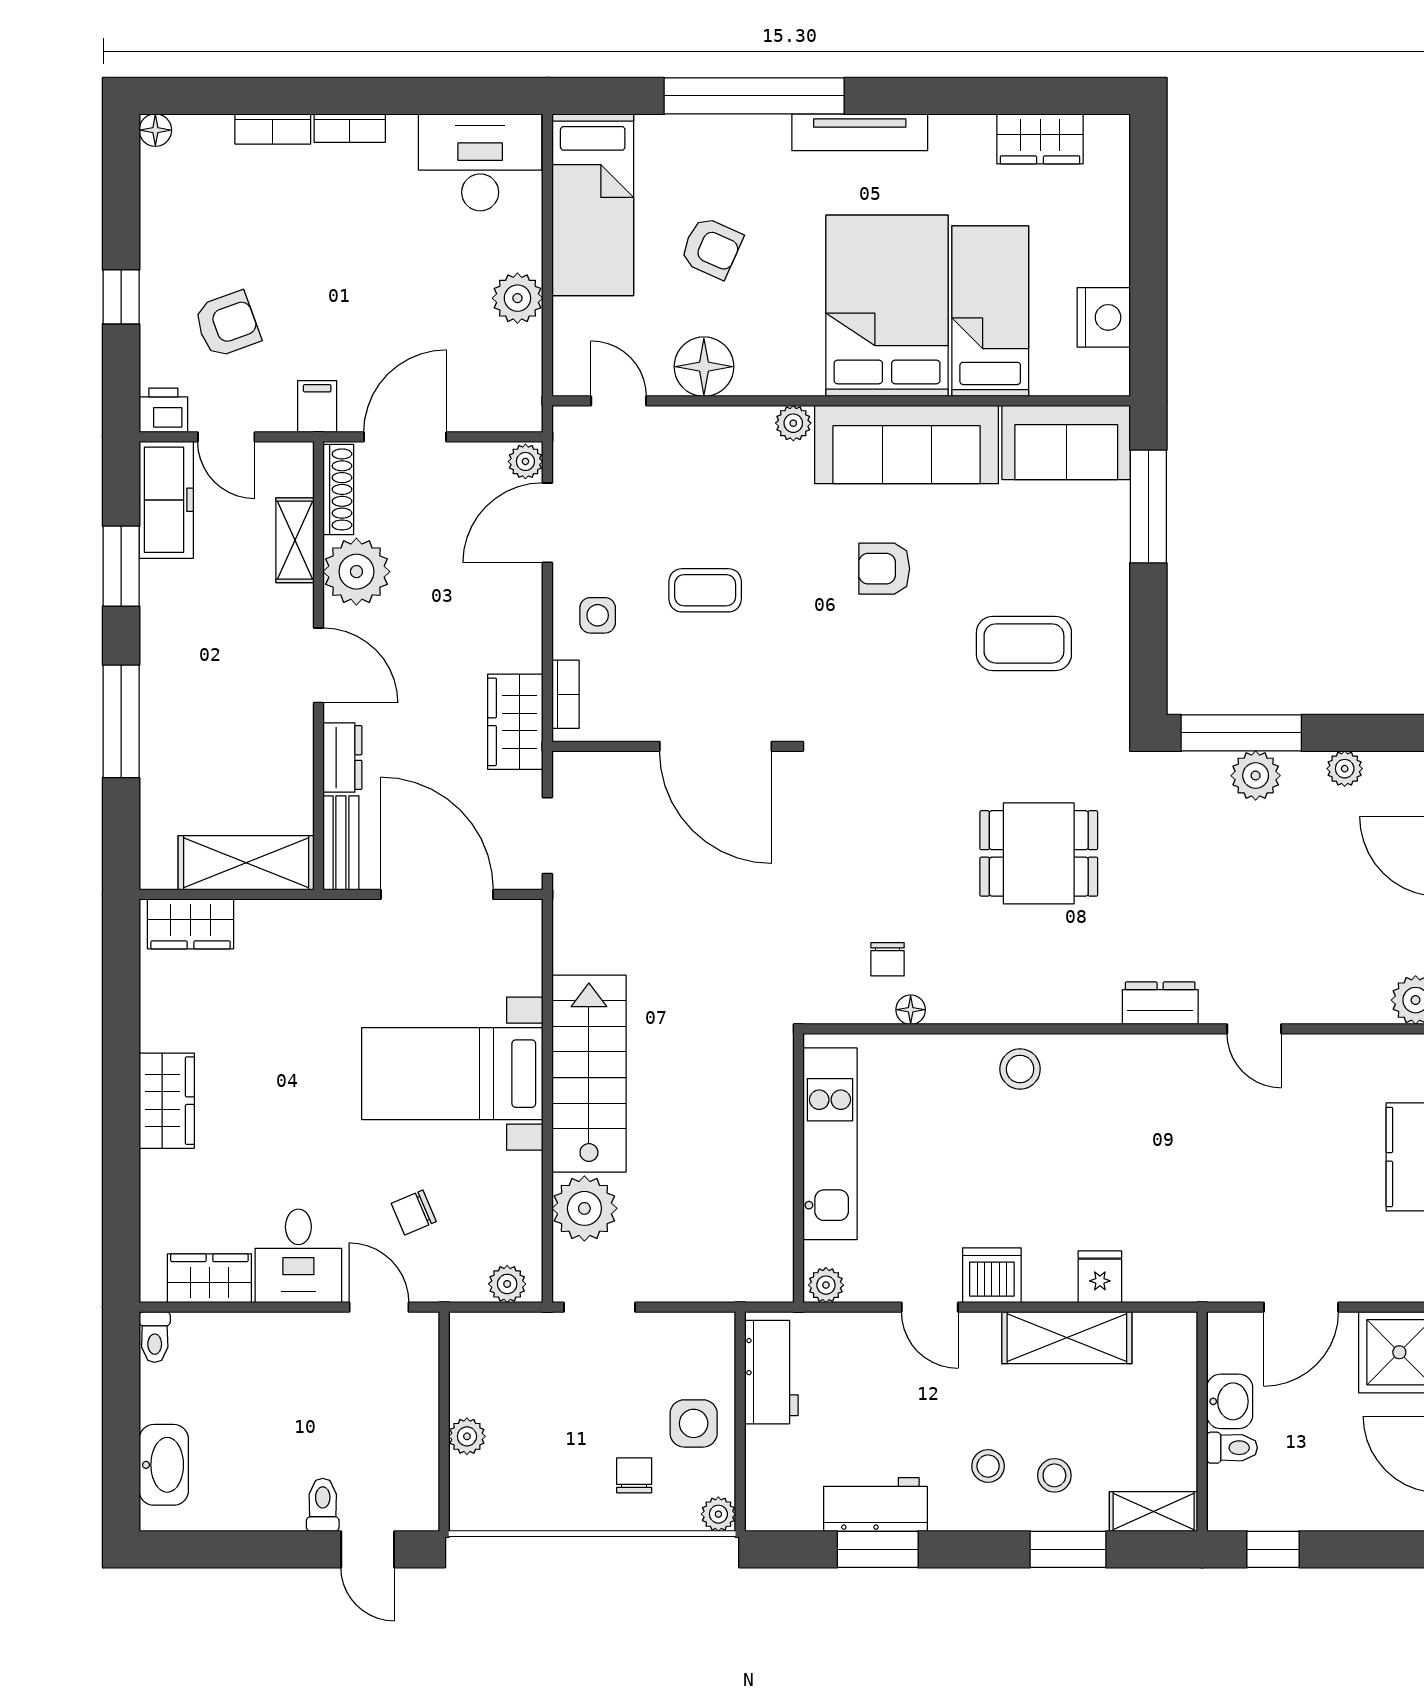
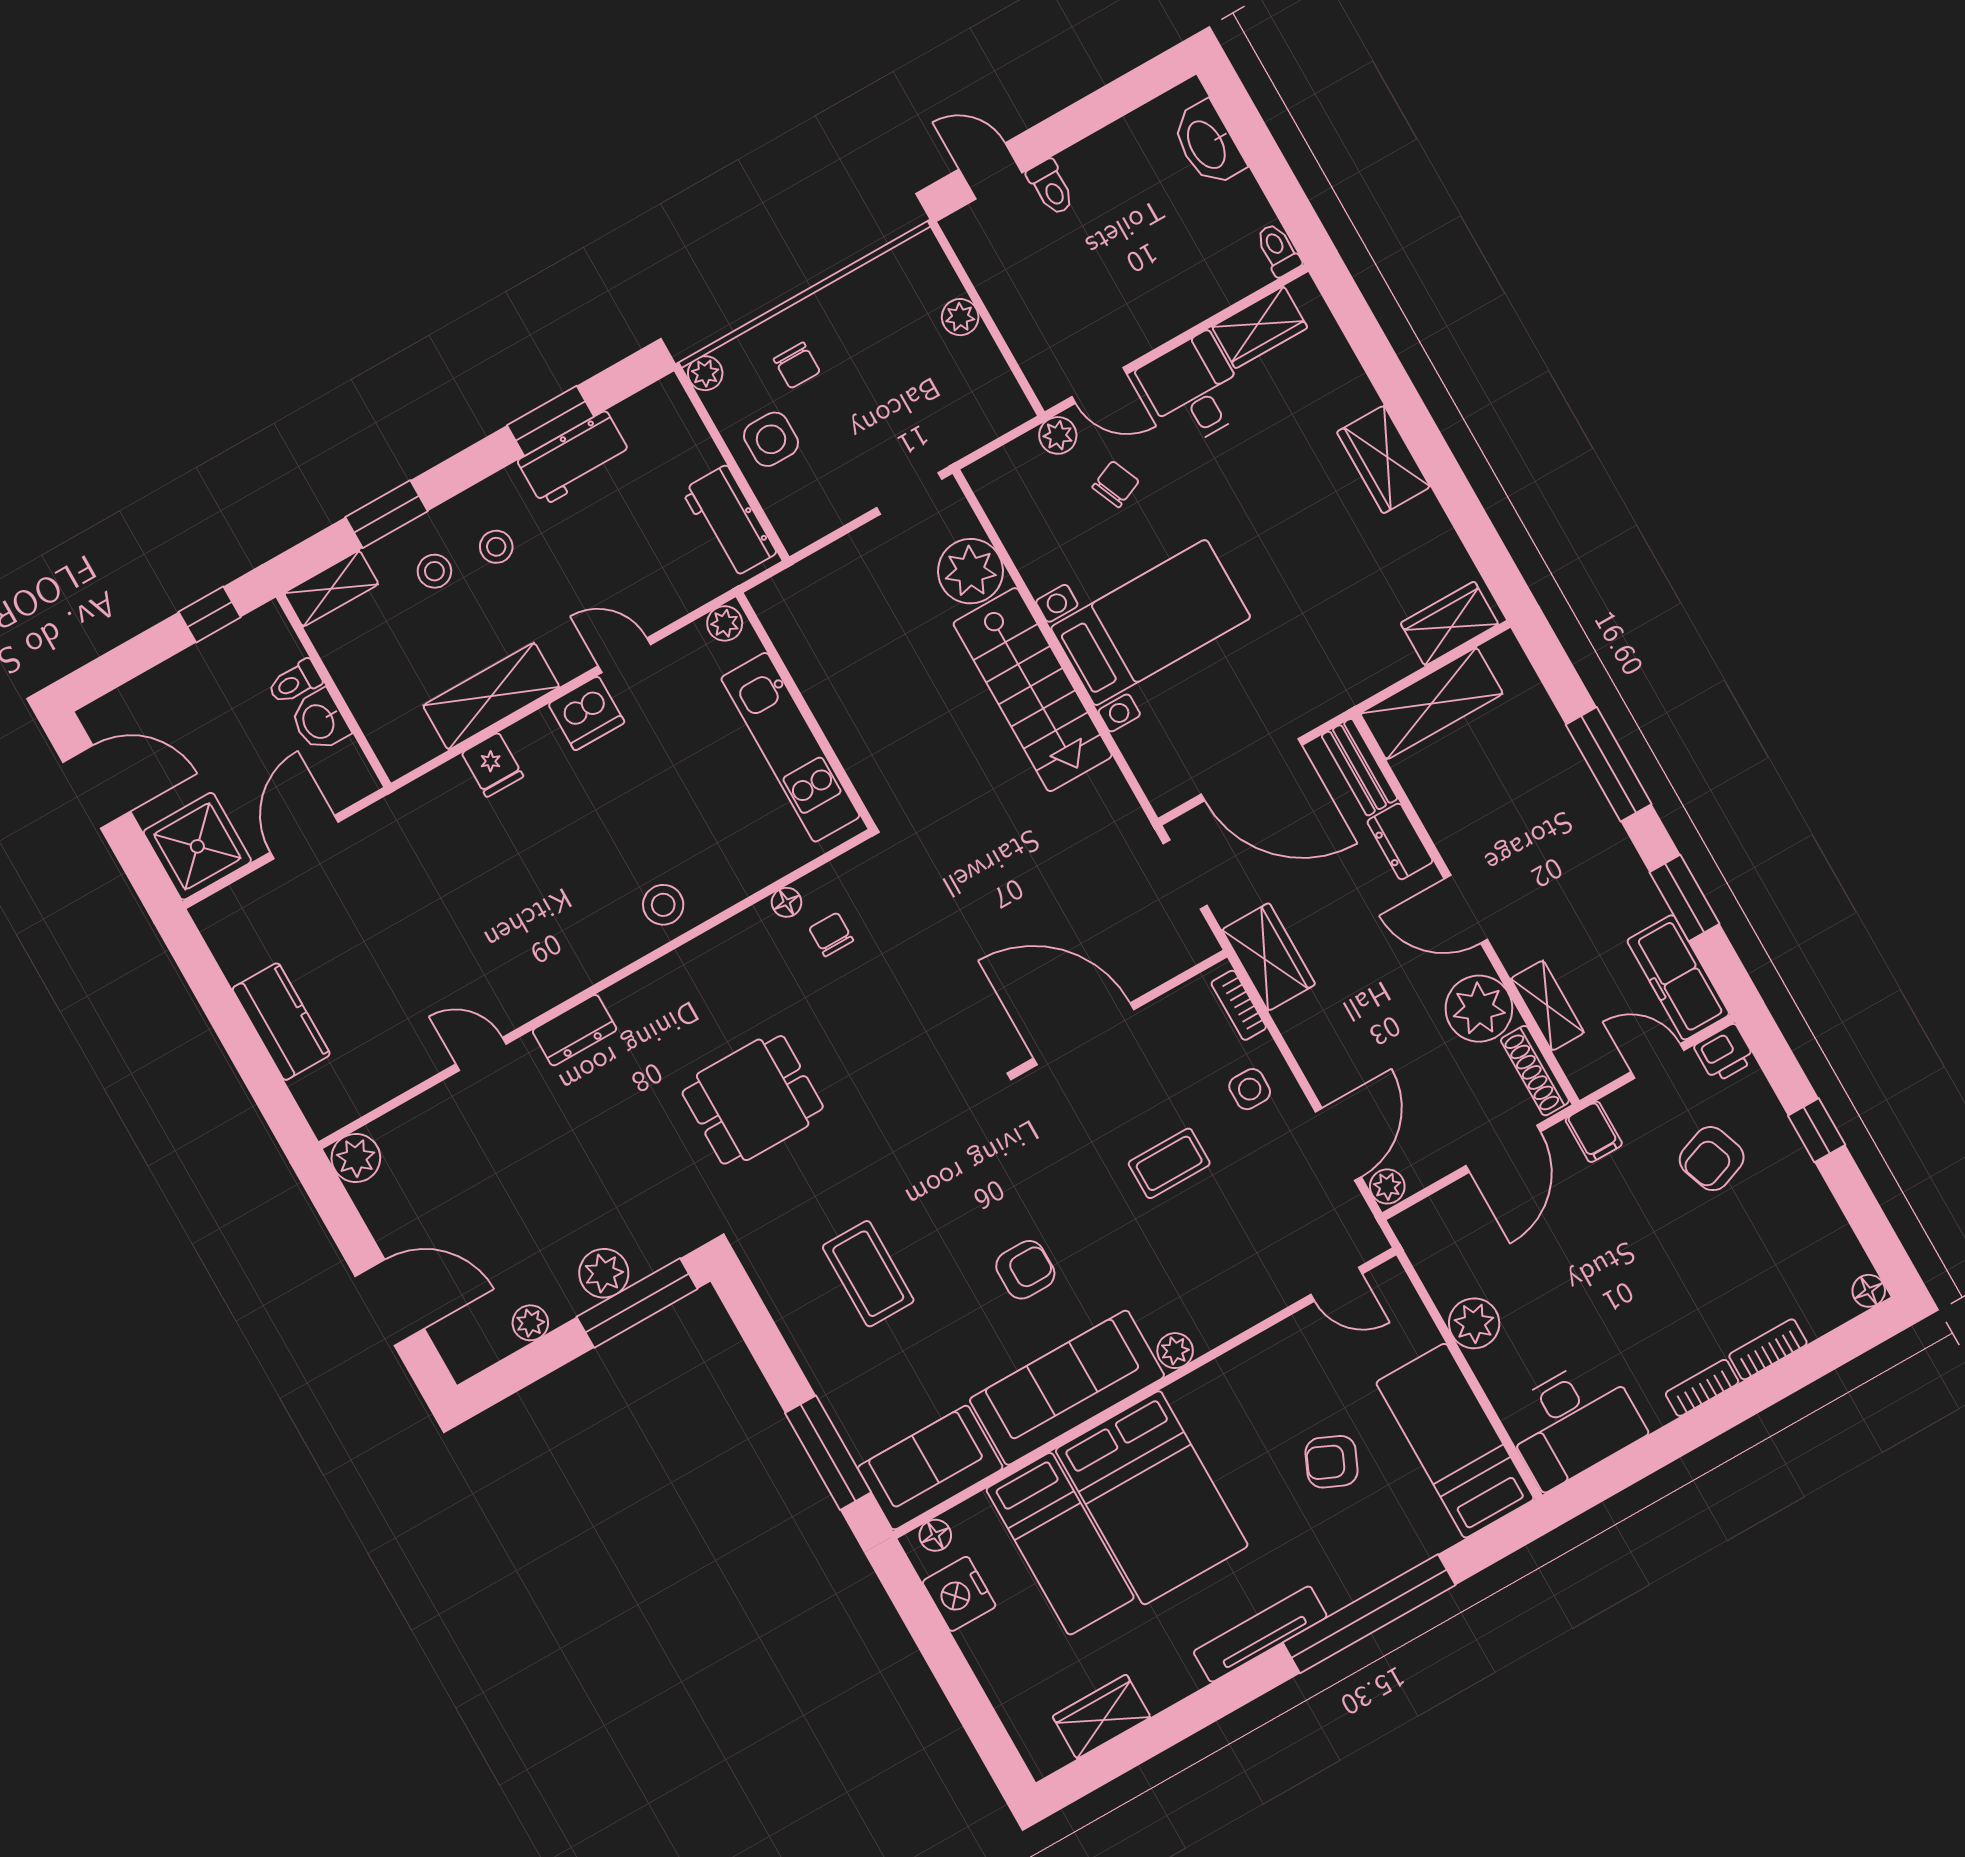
floor lamp: (704, 367) -> (935, 1535), moved, width x0.53, depth x0.53
coffee table: (1024, 643) -> (868, 1274), turned 90
plant: (507, 1284) -> (1058, 435), moved

